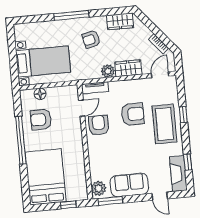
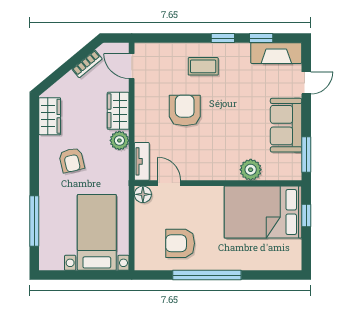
window: (71, 15) -> (34, 221), moved
floor lamp: (40, 94) -> (143, 194), moved
window: (183, 115) -> (223, 38), moved
armchair: (41, 120) -> (180, 243), turned 90
coffee table: (164, 124) -> (203, 66), width x0.54, depth x0.58
armchair: (99, 125) -> (196, 161), removed
bed: (46, 177) -> (263, 212), moved
plant: (99, 188) -> (251, 170), moved

